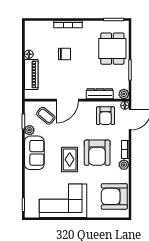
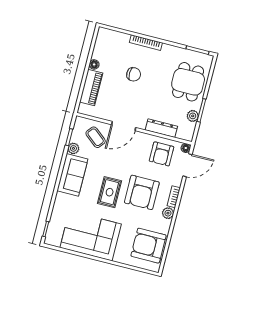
plant: (124, 94) -> (193, 116), moved

